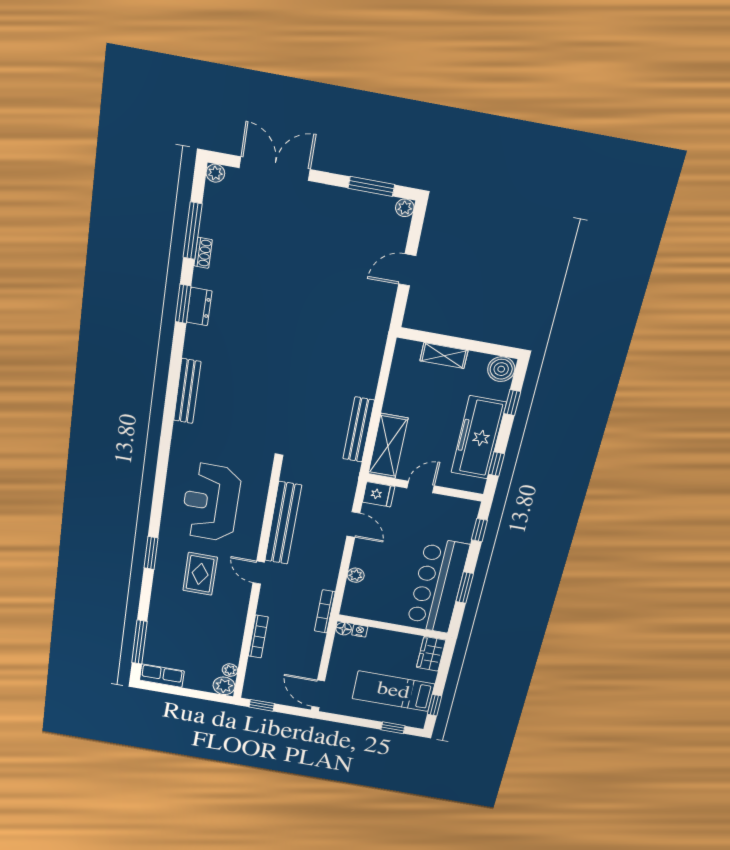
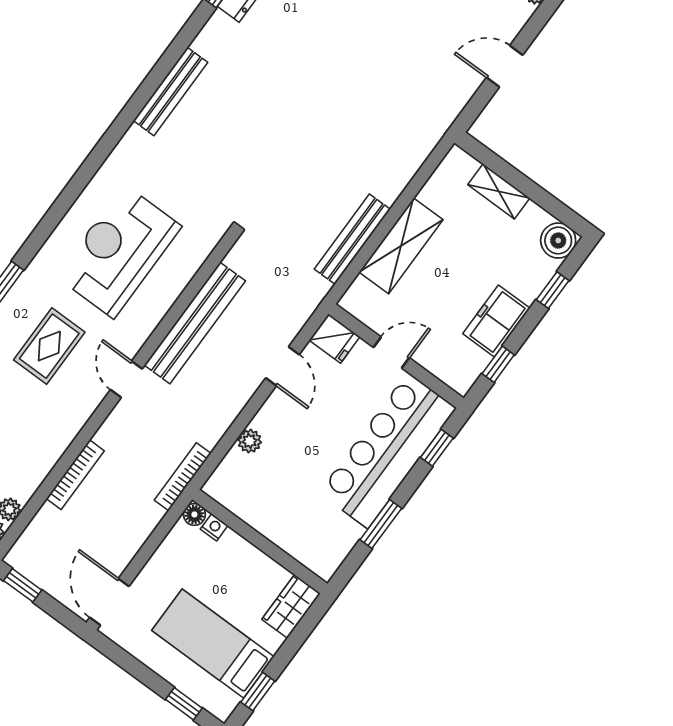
freezer: (478, 438) -> (496, 321), width x0.52, depth x0.79
shelving: (388, 446) -> (401, 246), moved
bar counter: (438, 586) -> (388, 450), moved

